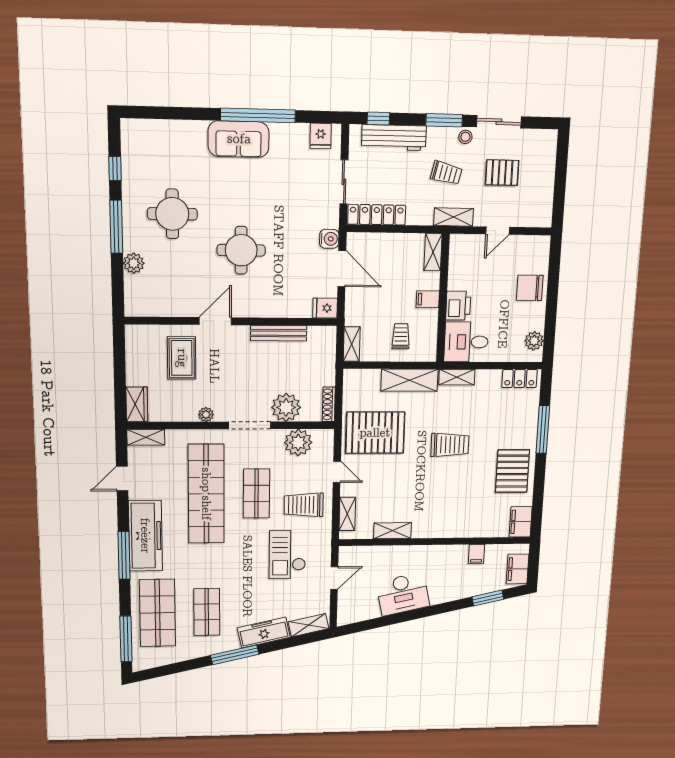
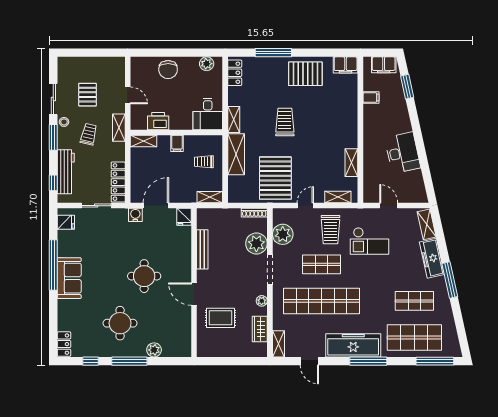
locker: (140, 129) -> (64, 344), added
printer: (458, 306) -> (158, 121), moved
wardrobe: (137, 404) -> (260, 329), moved, turned -90

